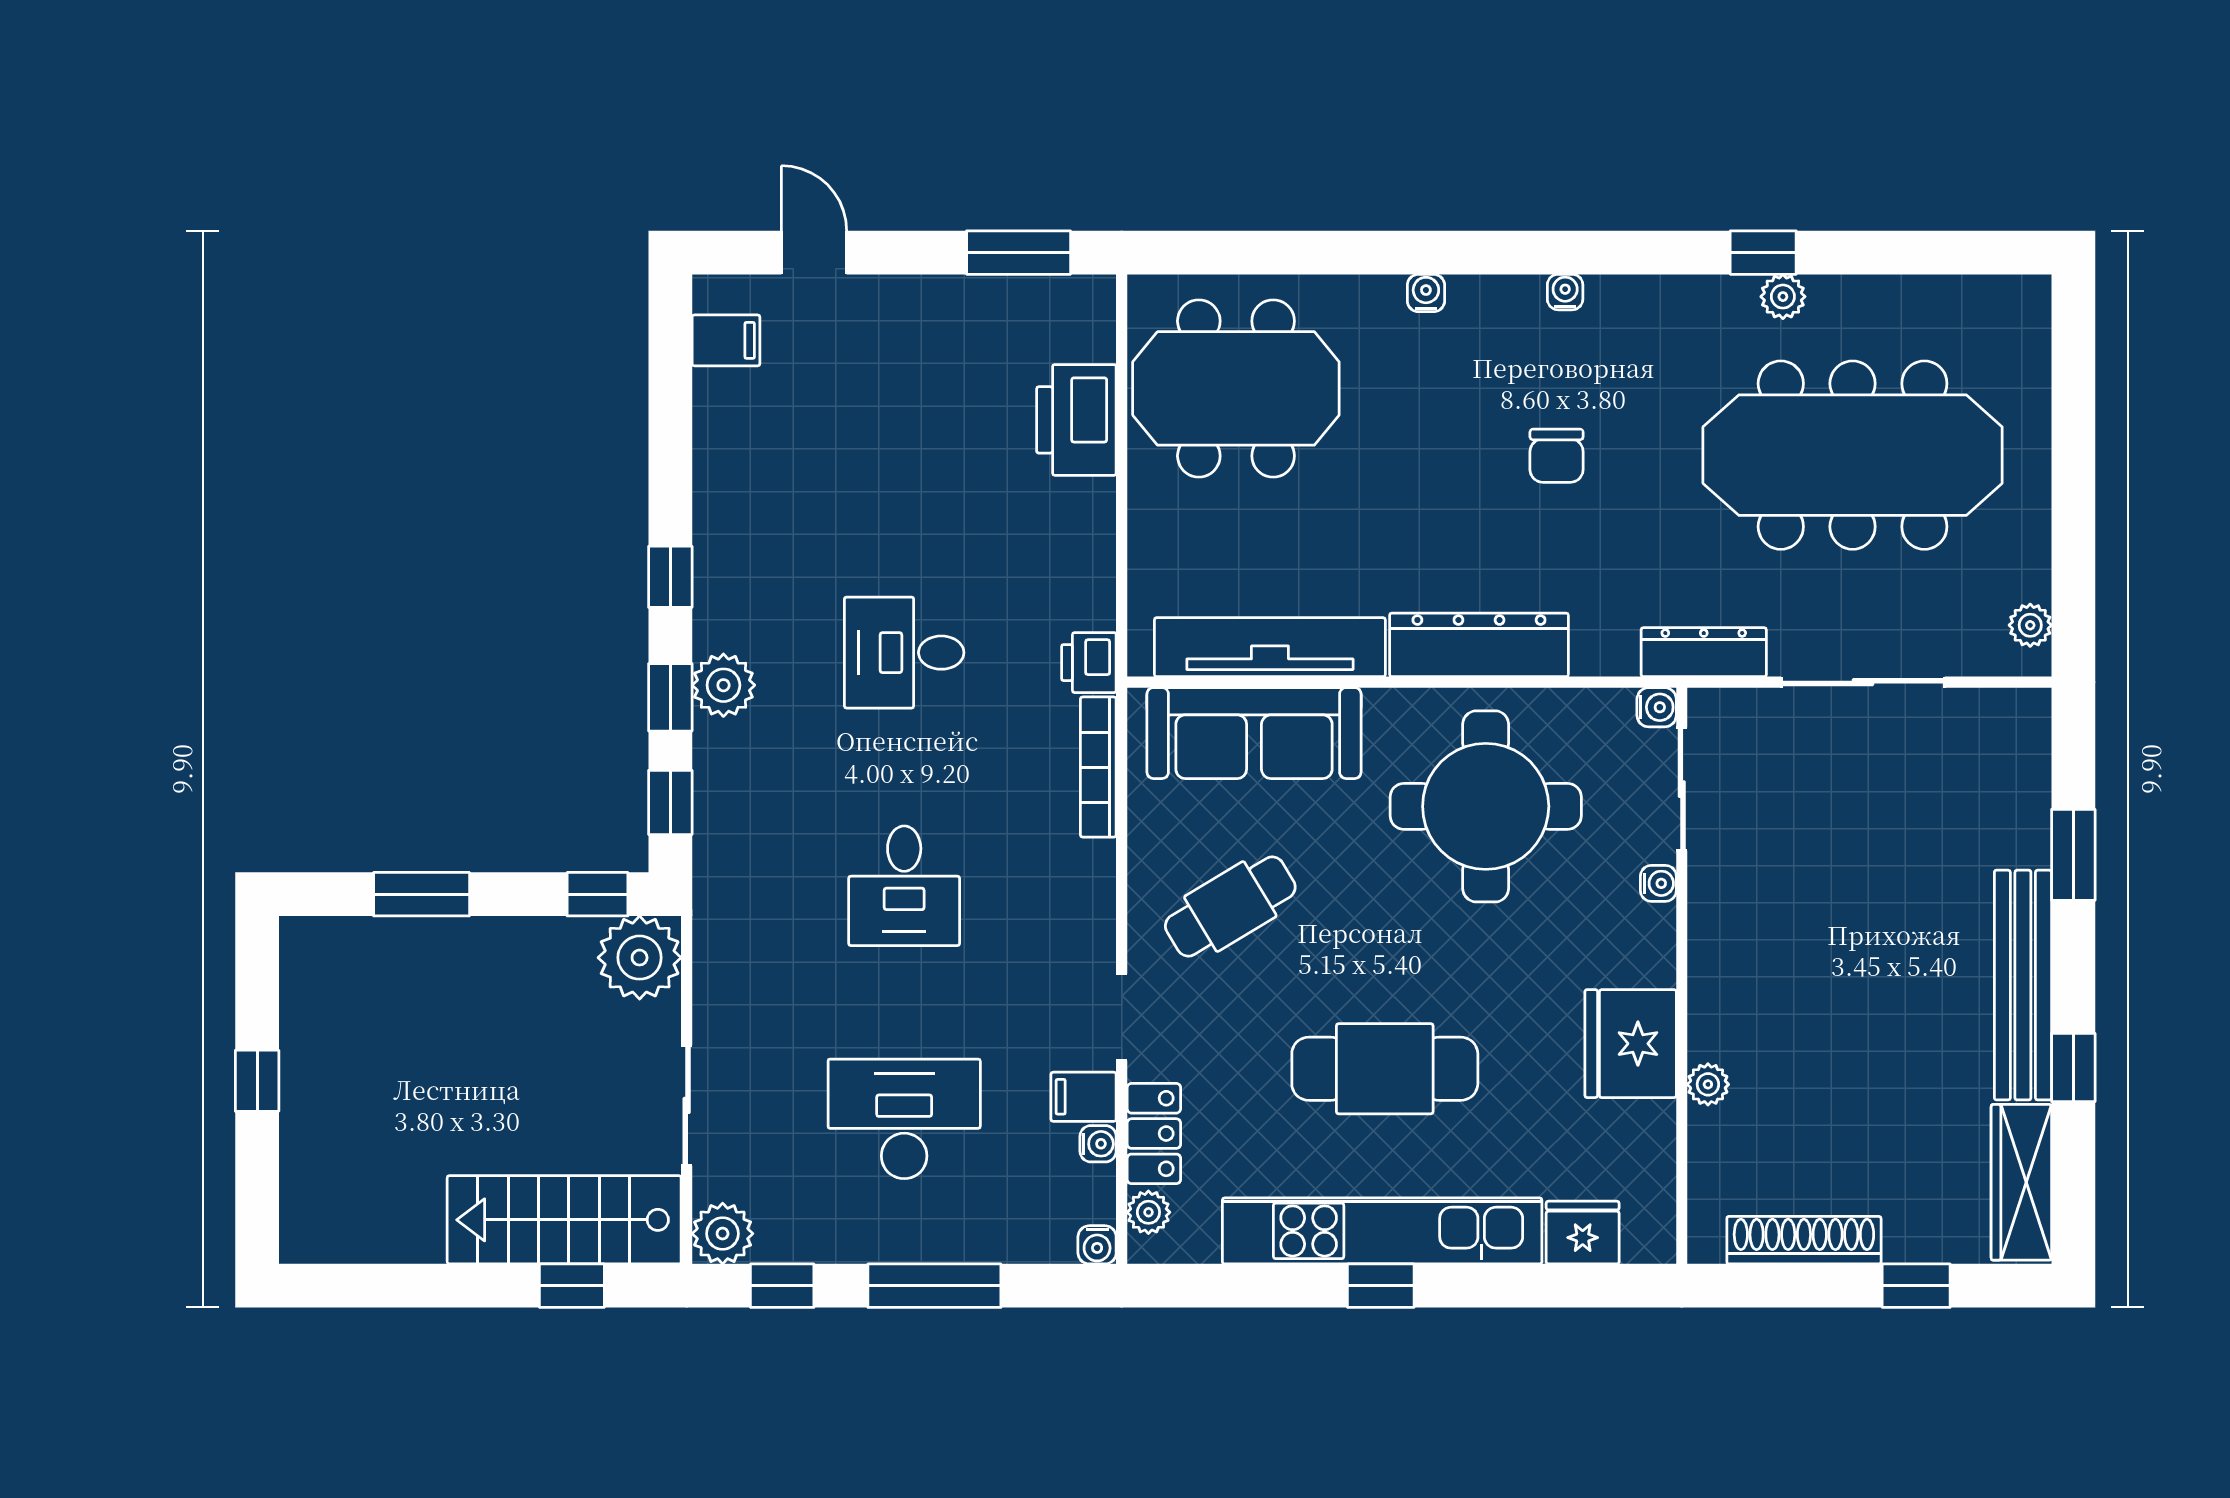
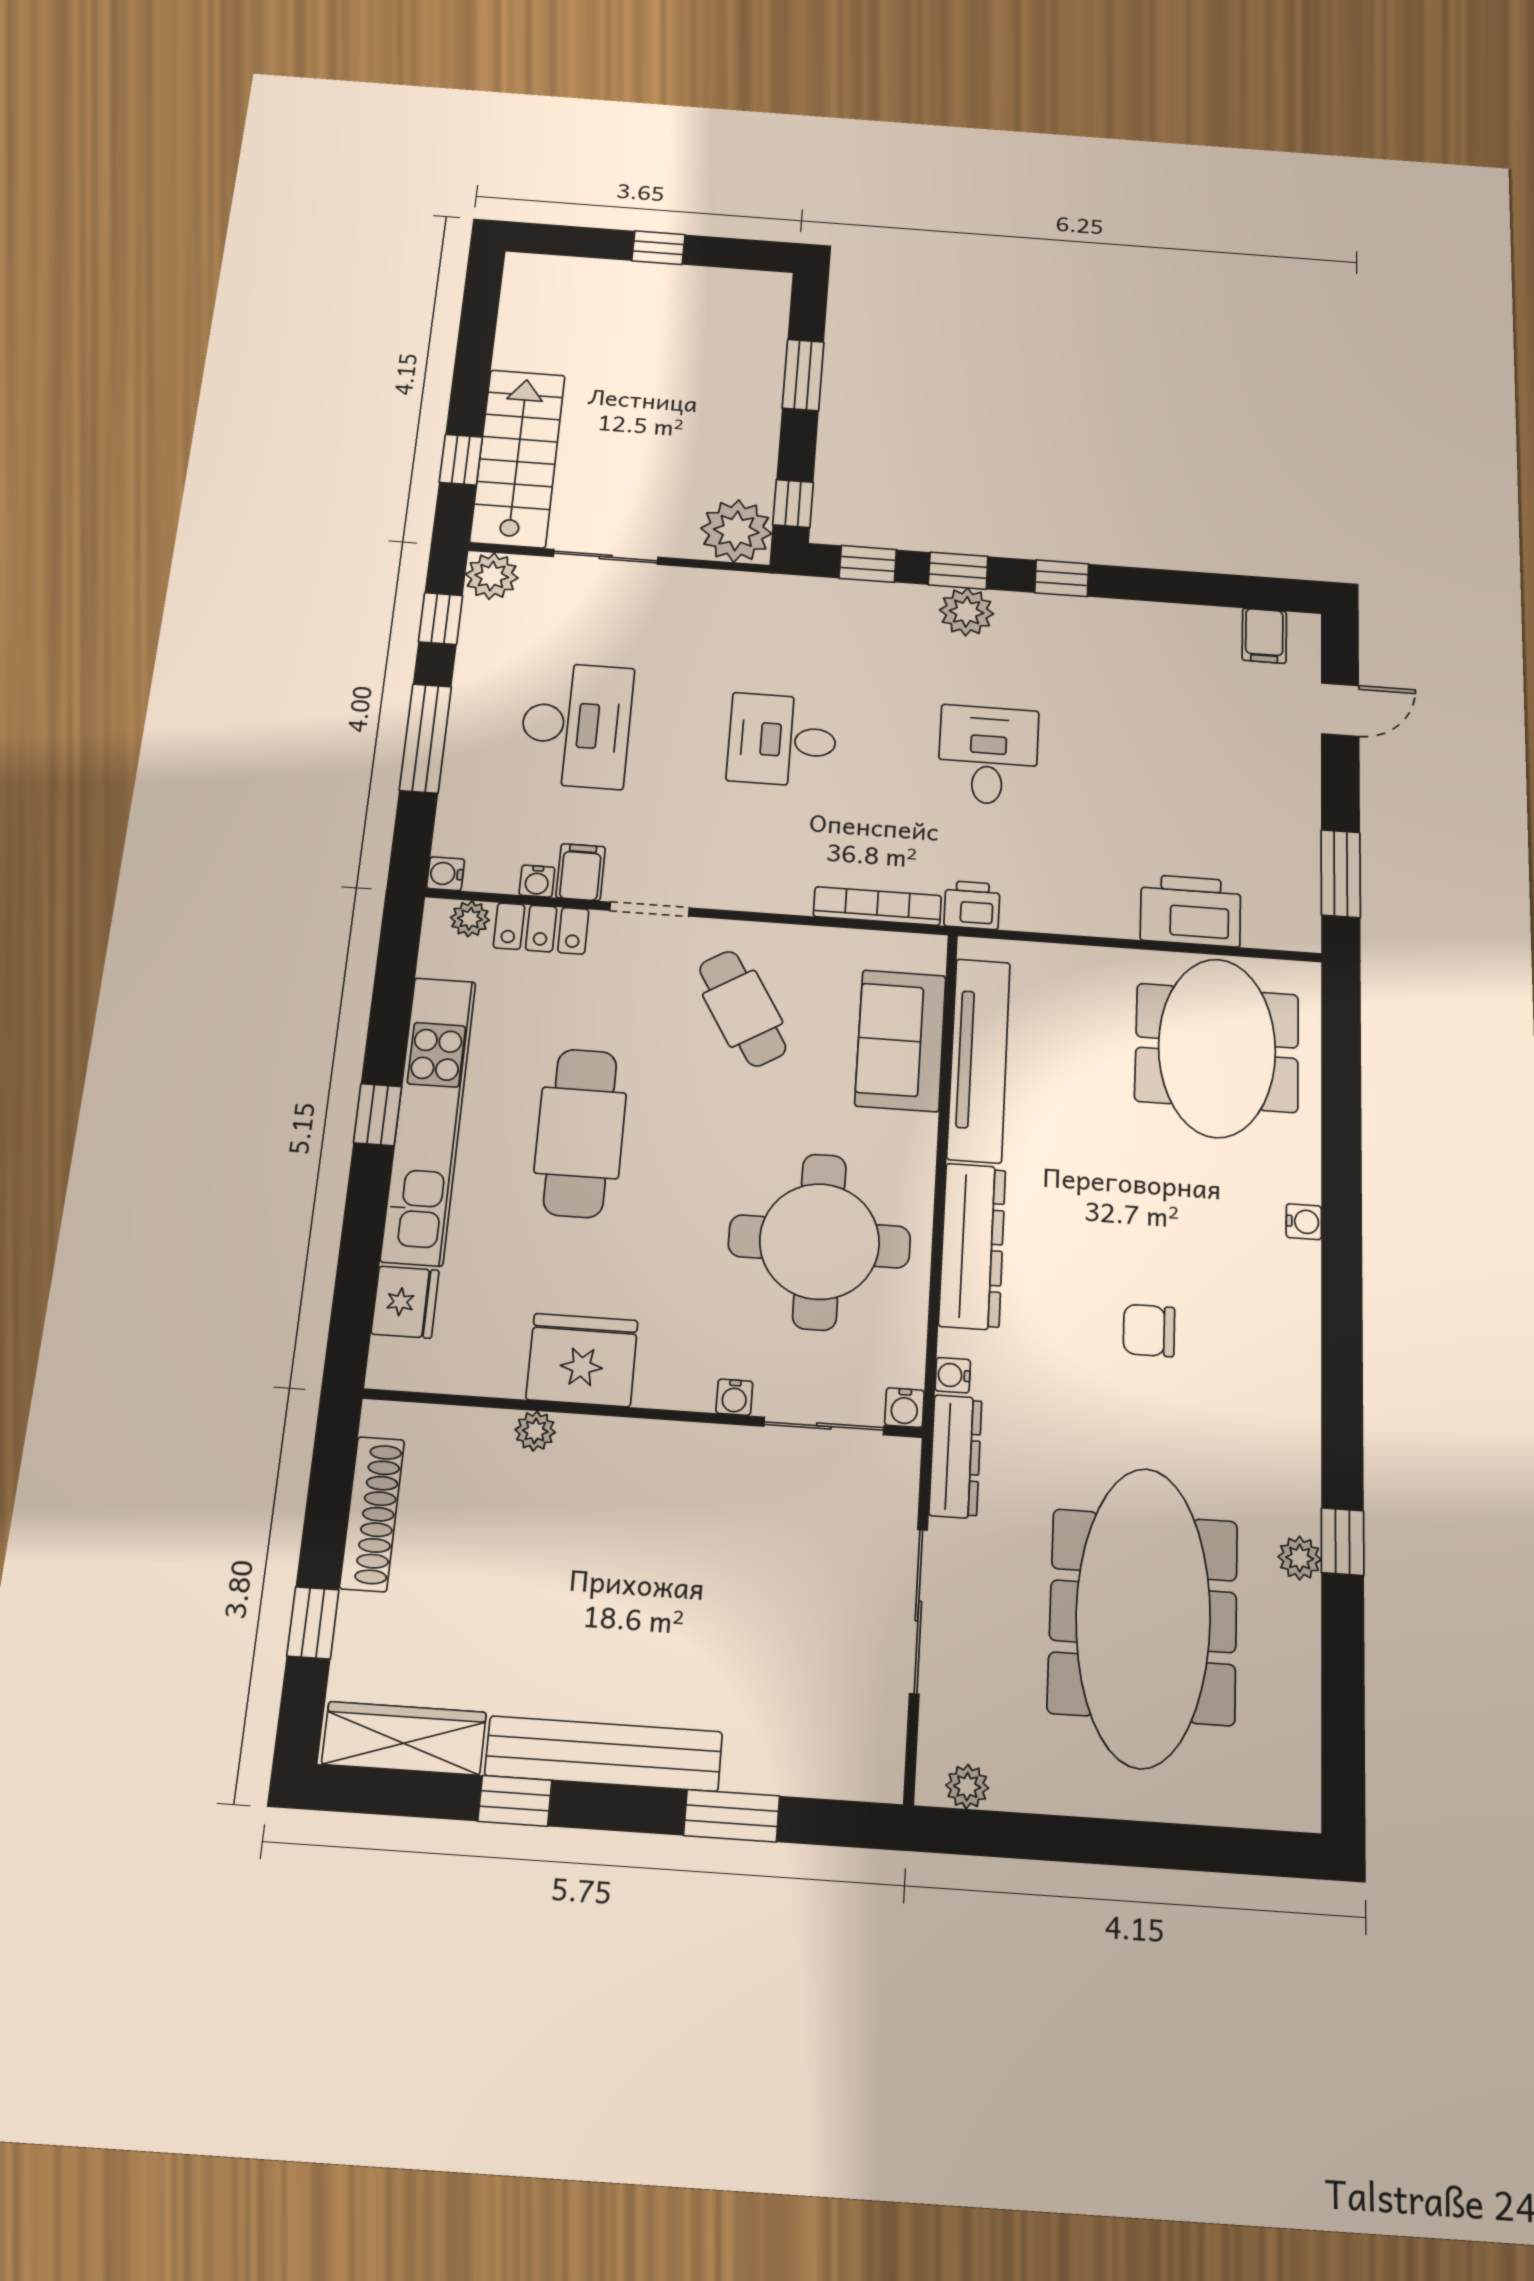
water cooler: (1565, 292) -> (953, 1375), moved, turned 180
sofa: (1254, 733) -> (900, 1040), width x0.73

